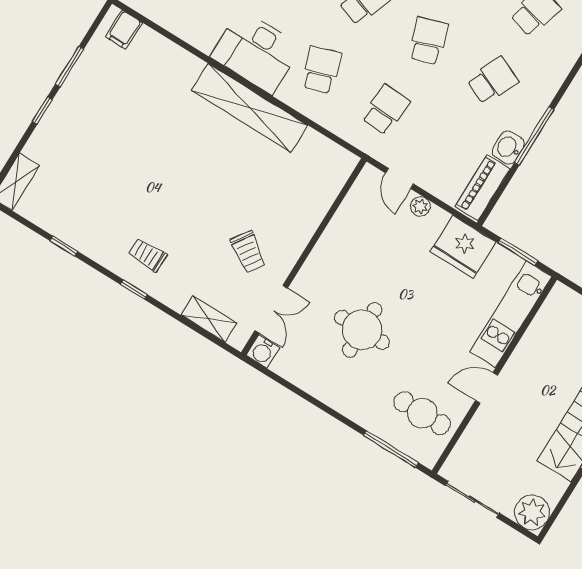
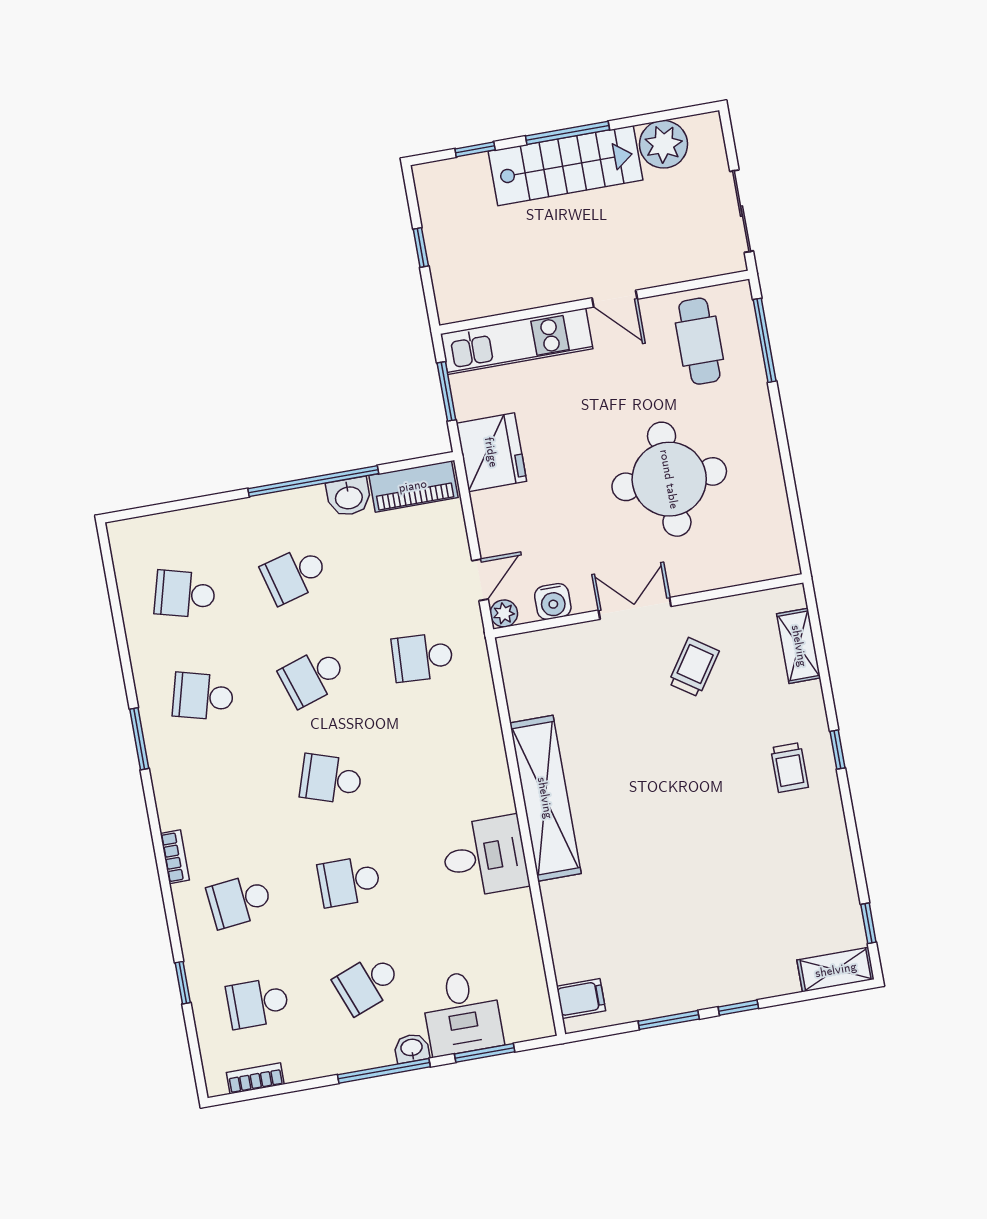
desk: (256, 52) -> (485, 857), width x0.73
school desk: (321, 70) -> (441, 760), removed
school desk: (492, 81) -> (295, 575), turned -39
window: (534, 136) -> (313, 481), width x1.46
plant: (420, 206) -> (504, 613), moved
window: (64, 246) -> (868, 923), moved
double door: (271, 309) -> (635, 608), moved
round table: (362, 330) -> (669, 479), width x1.36, depth x1.36
water cooler: (263, 352) -> (553, 601), moved, turned 90
plant: (532, 512) -> (664, 144), moved

